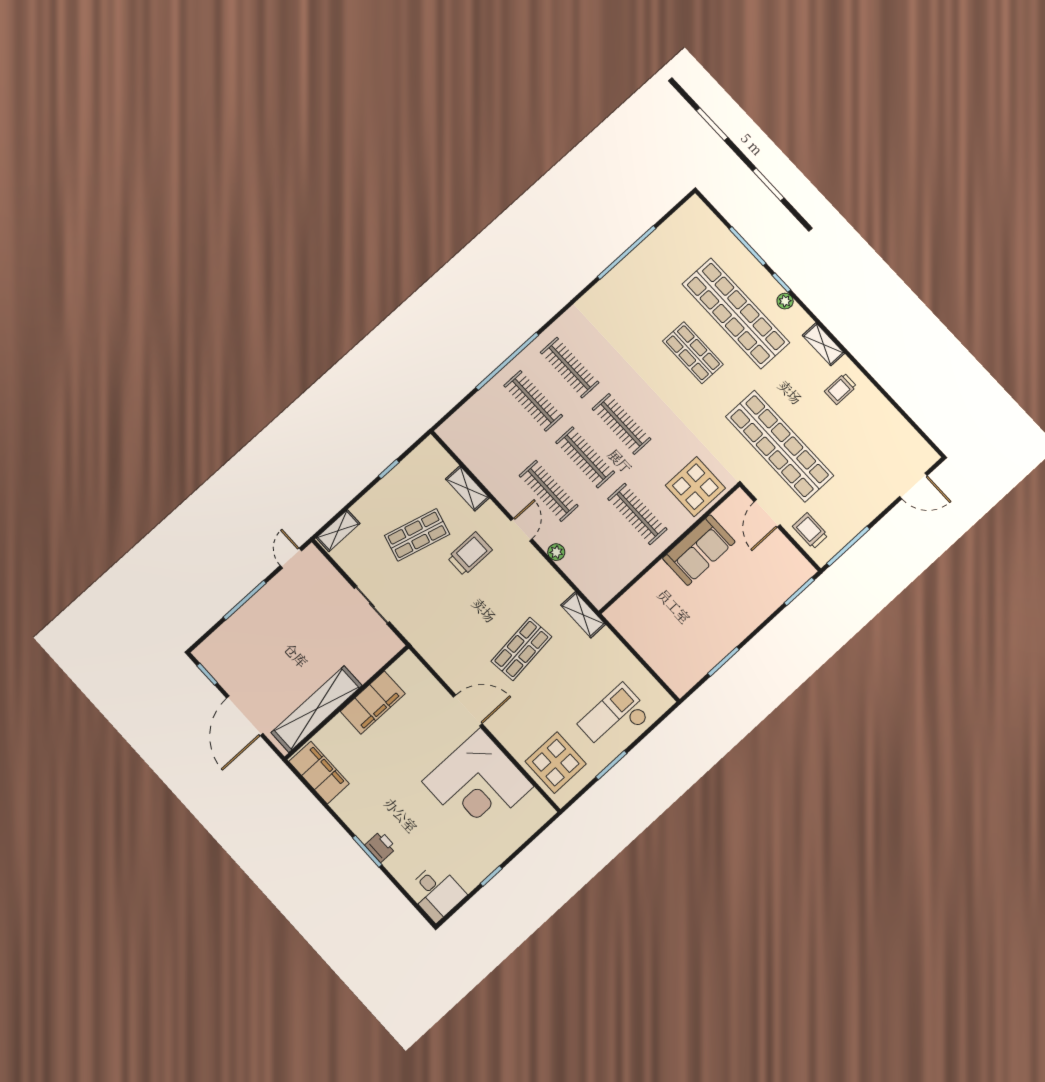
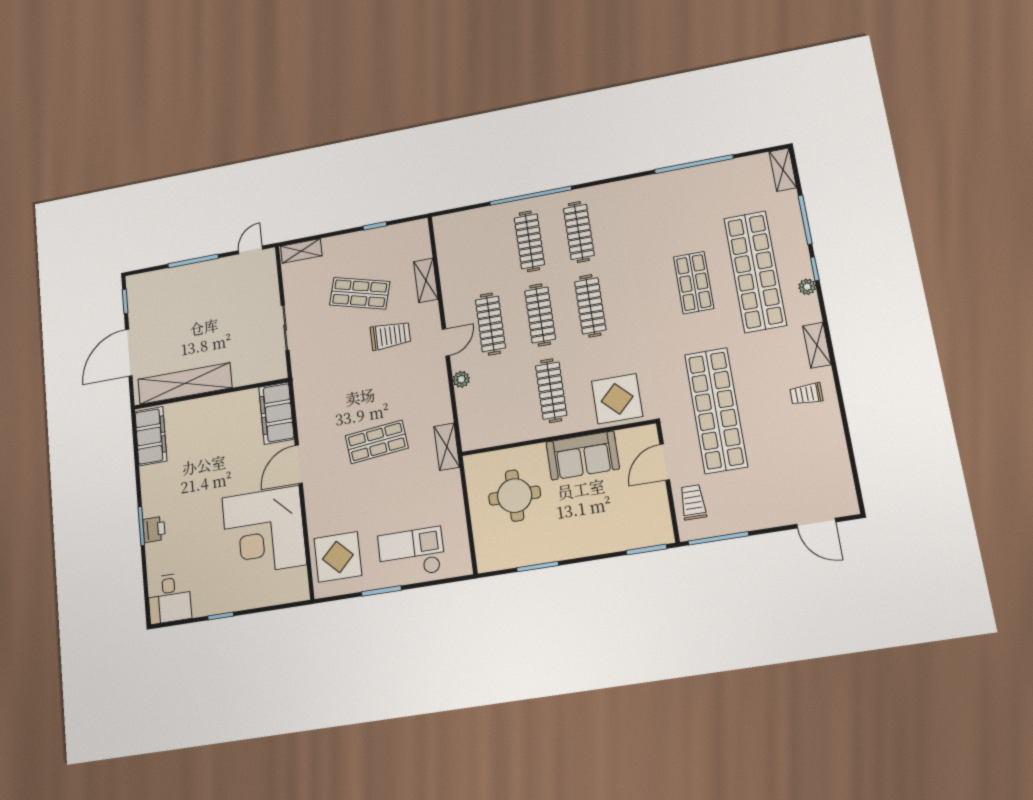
shelving: (702, 214) -> (783, 170), added
round table: (666, 618) -> (515, 496), added
filing cabinet: (373, 703) -> (277, 413), moved, turned 90
door: (468, 710) -> (299, 464), swing flipped

